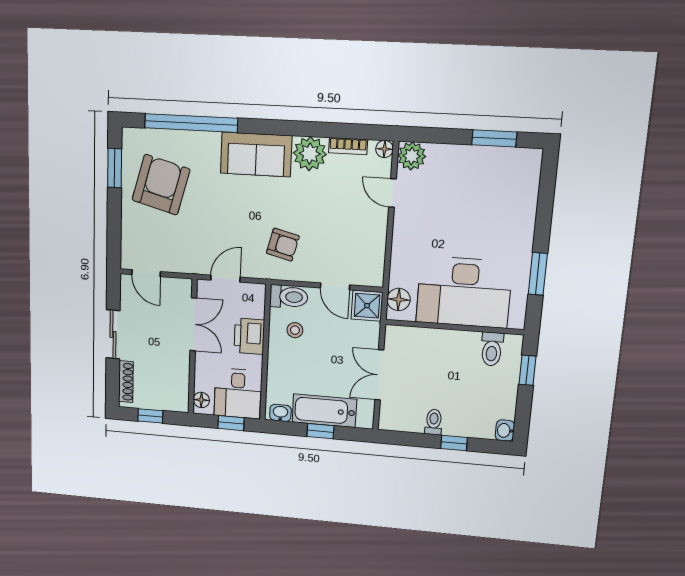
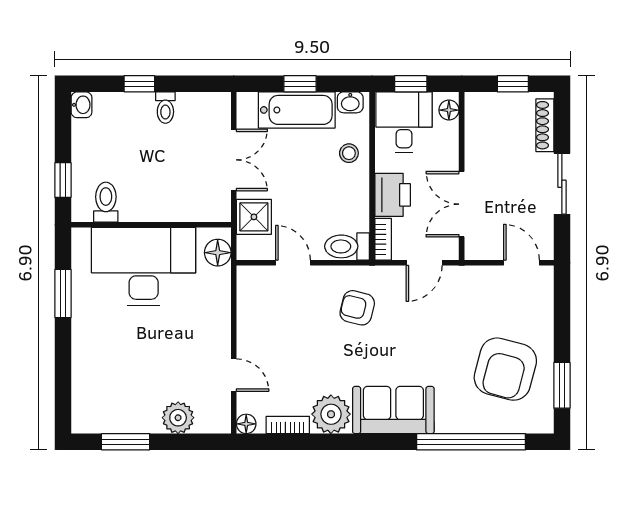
plant: (412, 156) -> (178, 418), moved
bookcase: (259, 300) -> (383, 239), added
shower: (367, 306) -> (254, 217), moved
stool: (295, 330) -> (349, 153), moved

